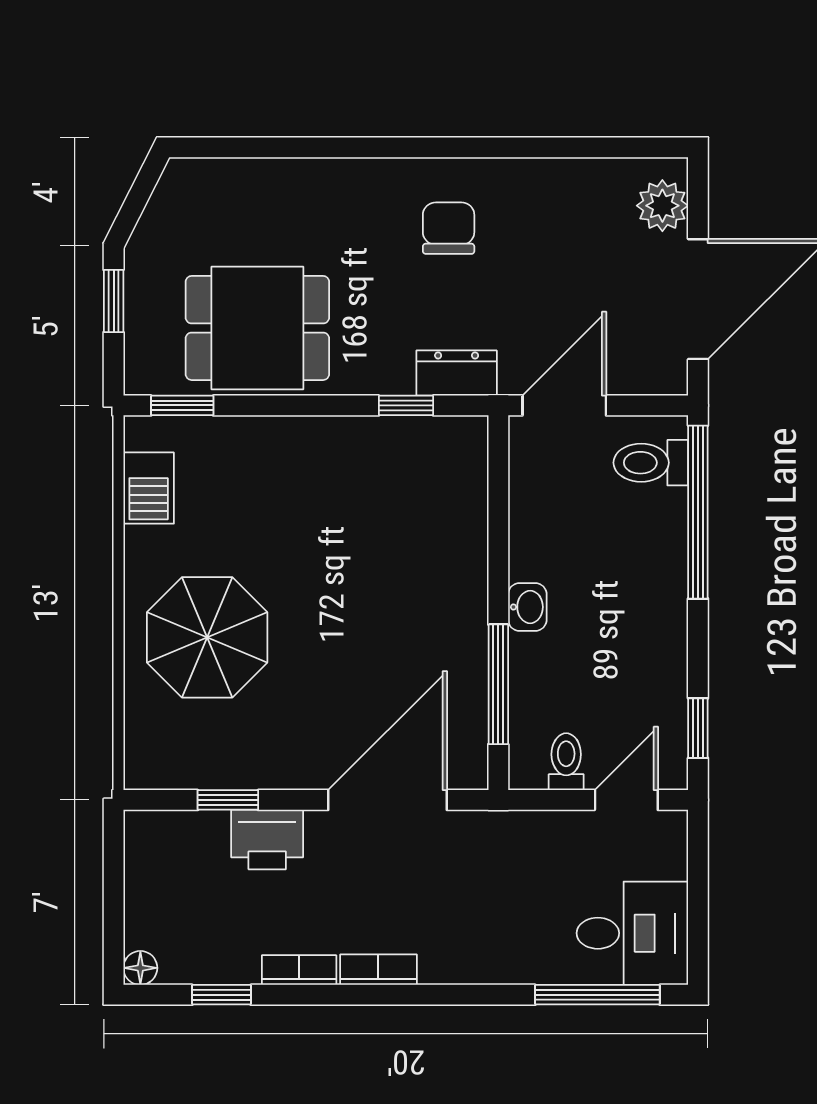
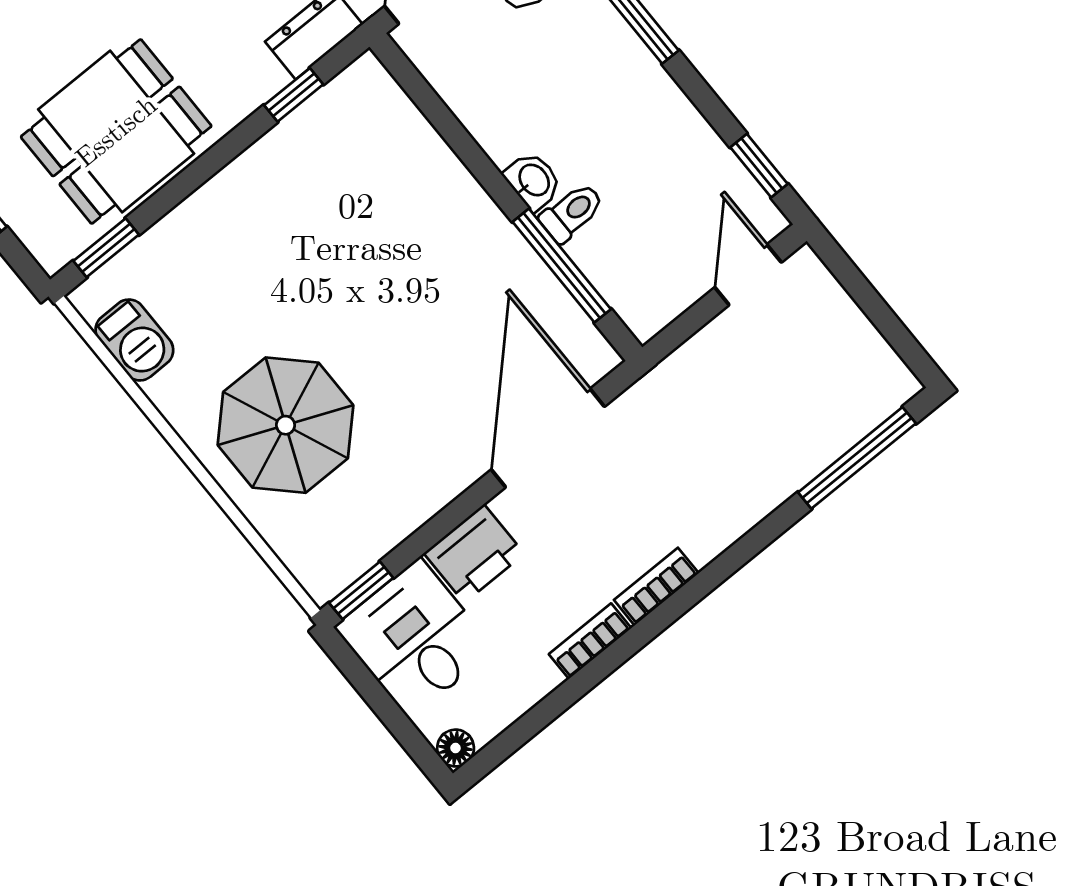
toilet: (566, 762) -> (572, 212), moved, turned 90
window: (228, 800) -> (361, 590), moved
desk: (632, 933) -> (415, 638), moved, turned -90
window: (221, 995) -> (542, 715), removed

